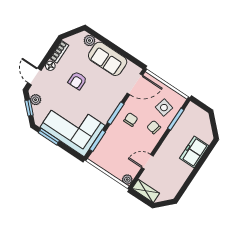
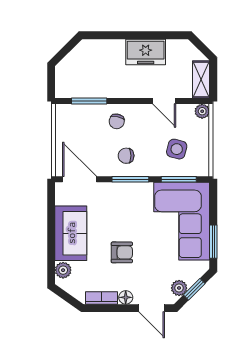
door: (34, 77) -> (152, 308), hinge flipped
side table: (164, 108) -> (177, 149), moved
freezer: (194, 152) -> (146, 52), moved

